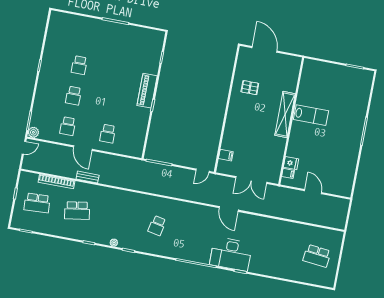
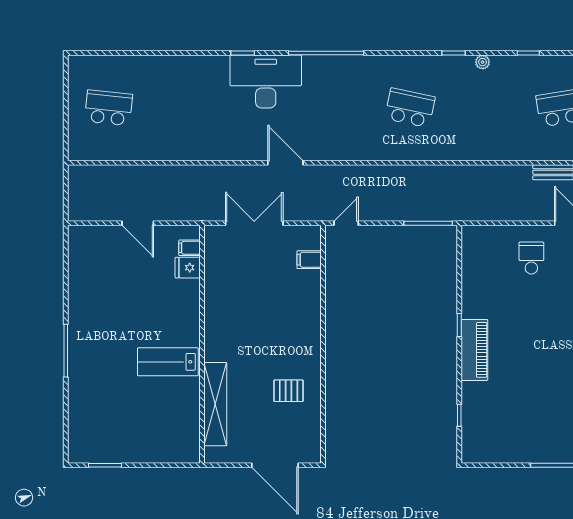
shelving: (285, 115) -> (215, 404), moved
school desk: (157, 226) -> (410, 108), width x1.85

